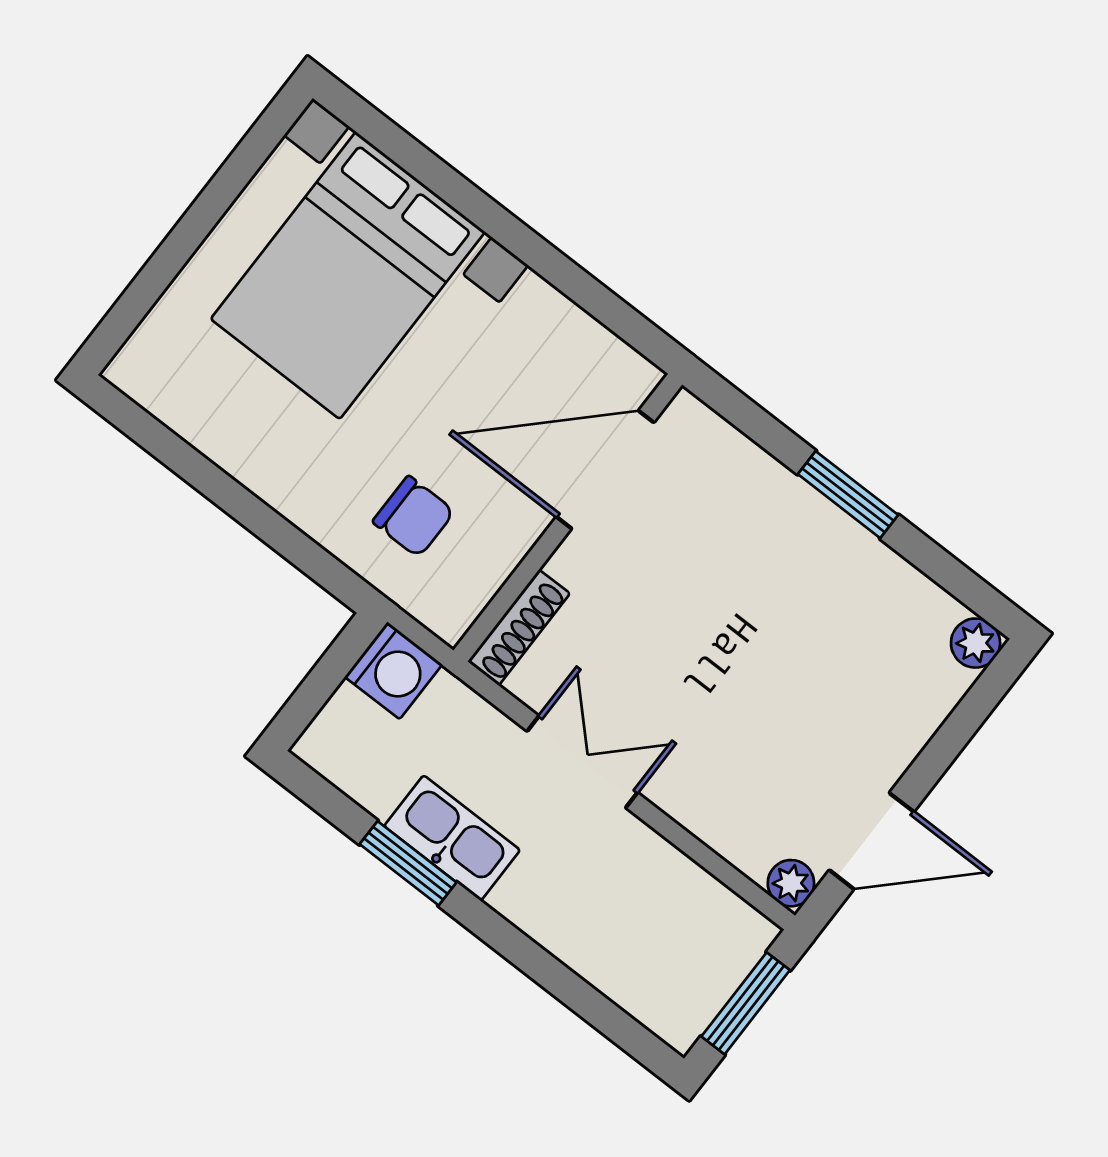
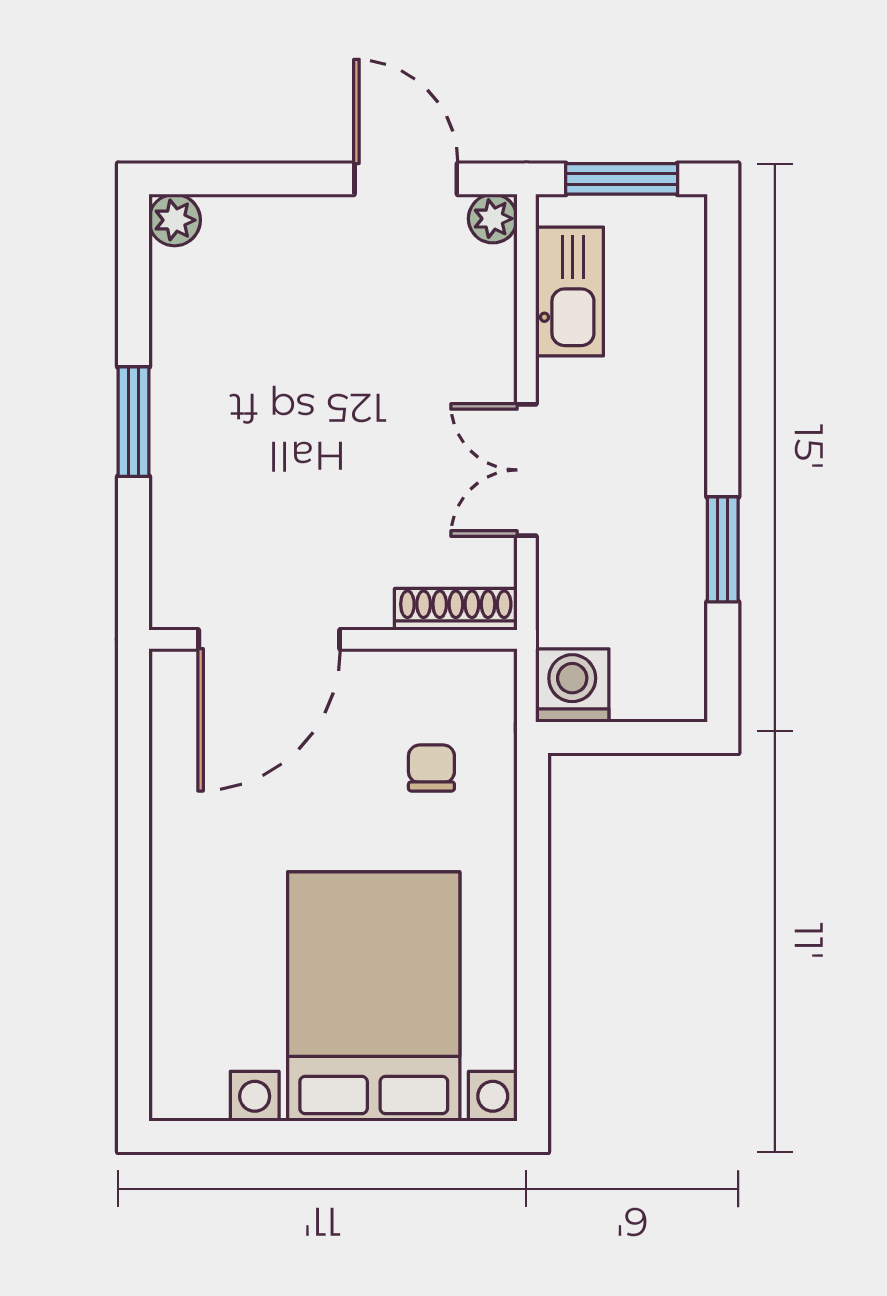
bed with nightstands: (348, 275) -> (374, 997), moved, turned -90
door: (605, 470) -> (269, 639), hinge flipped
chair: (414, 517) -> (431, 768), width x0.73, depth x0.73
kitchen sink: (452, 838) -> (570, 291), moved, turned 180

